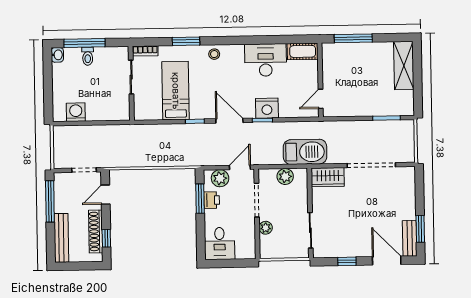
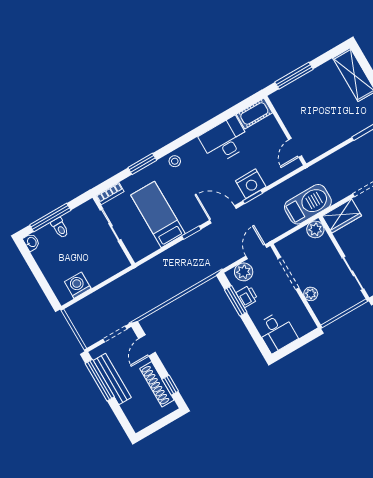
plant: (285, 177) -> (315, 229), moved
bench: (61, 238) -> (112, 379), moved

